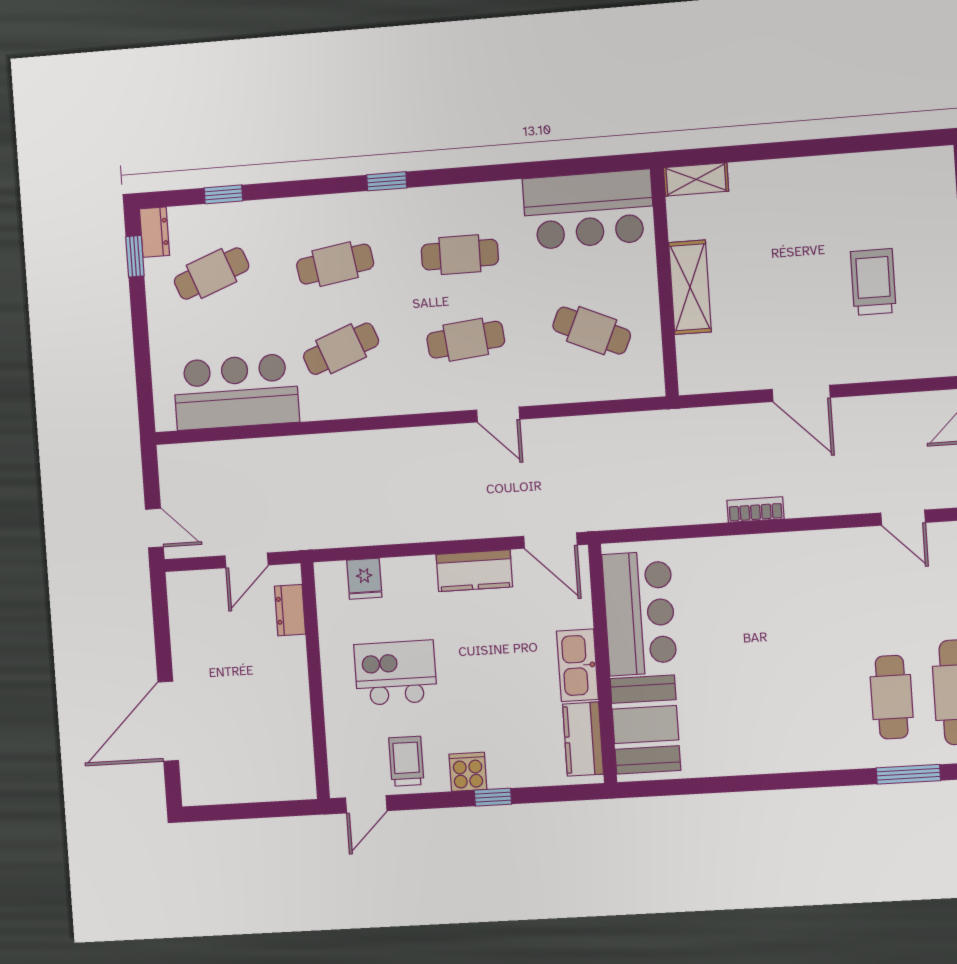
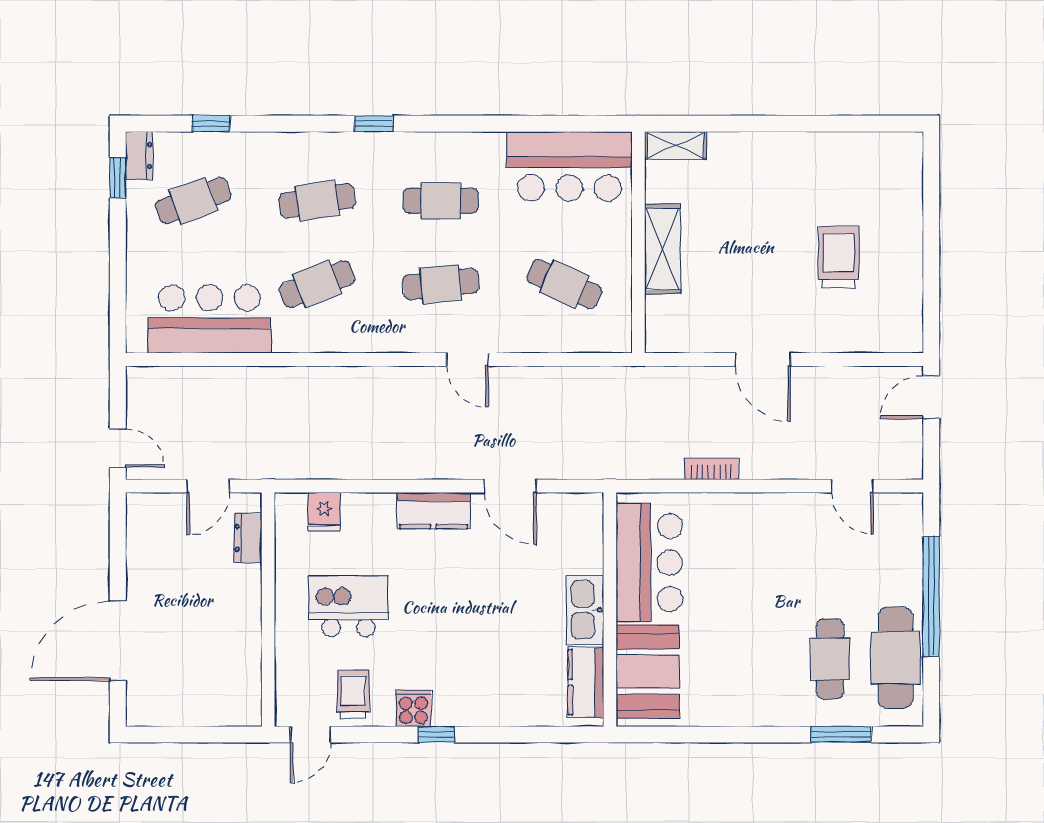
bar counter: (640, 613) -> (649, 563), moved
wall: (603, 664) -> (610, 609), moved
kitchen sink: (577, 665) -> (585, 610), moved
booth: (645, 724) -> (648, 672), moved
kitchen counter: (583, 739) -> (586, 682), moved

